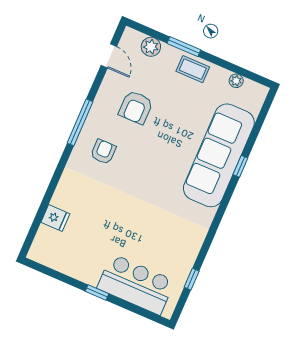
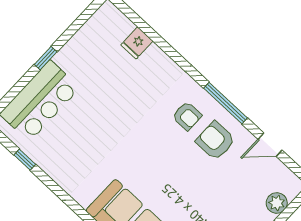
door: (109, 56) -> (270, 145), moved
armchair: (136, 107) -> (215, 141), moved

